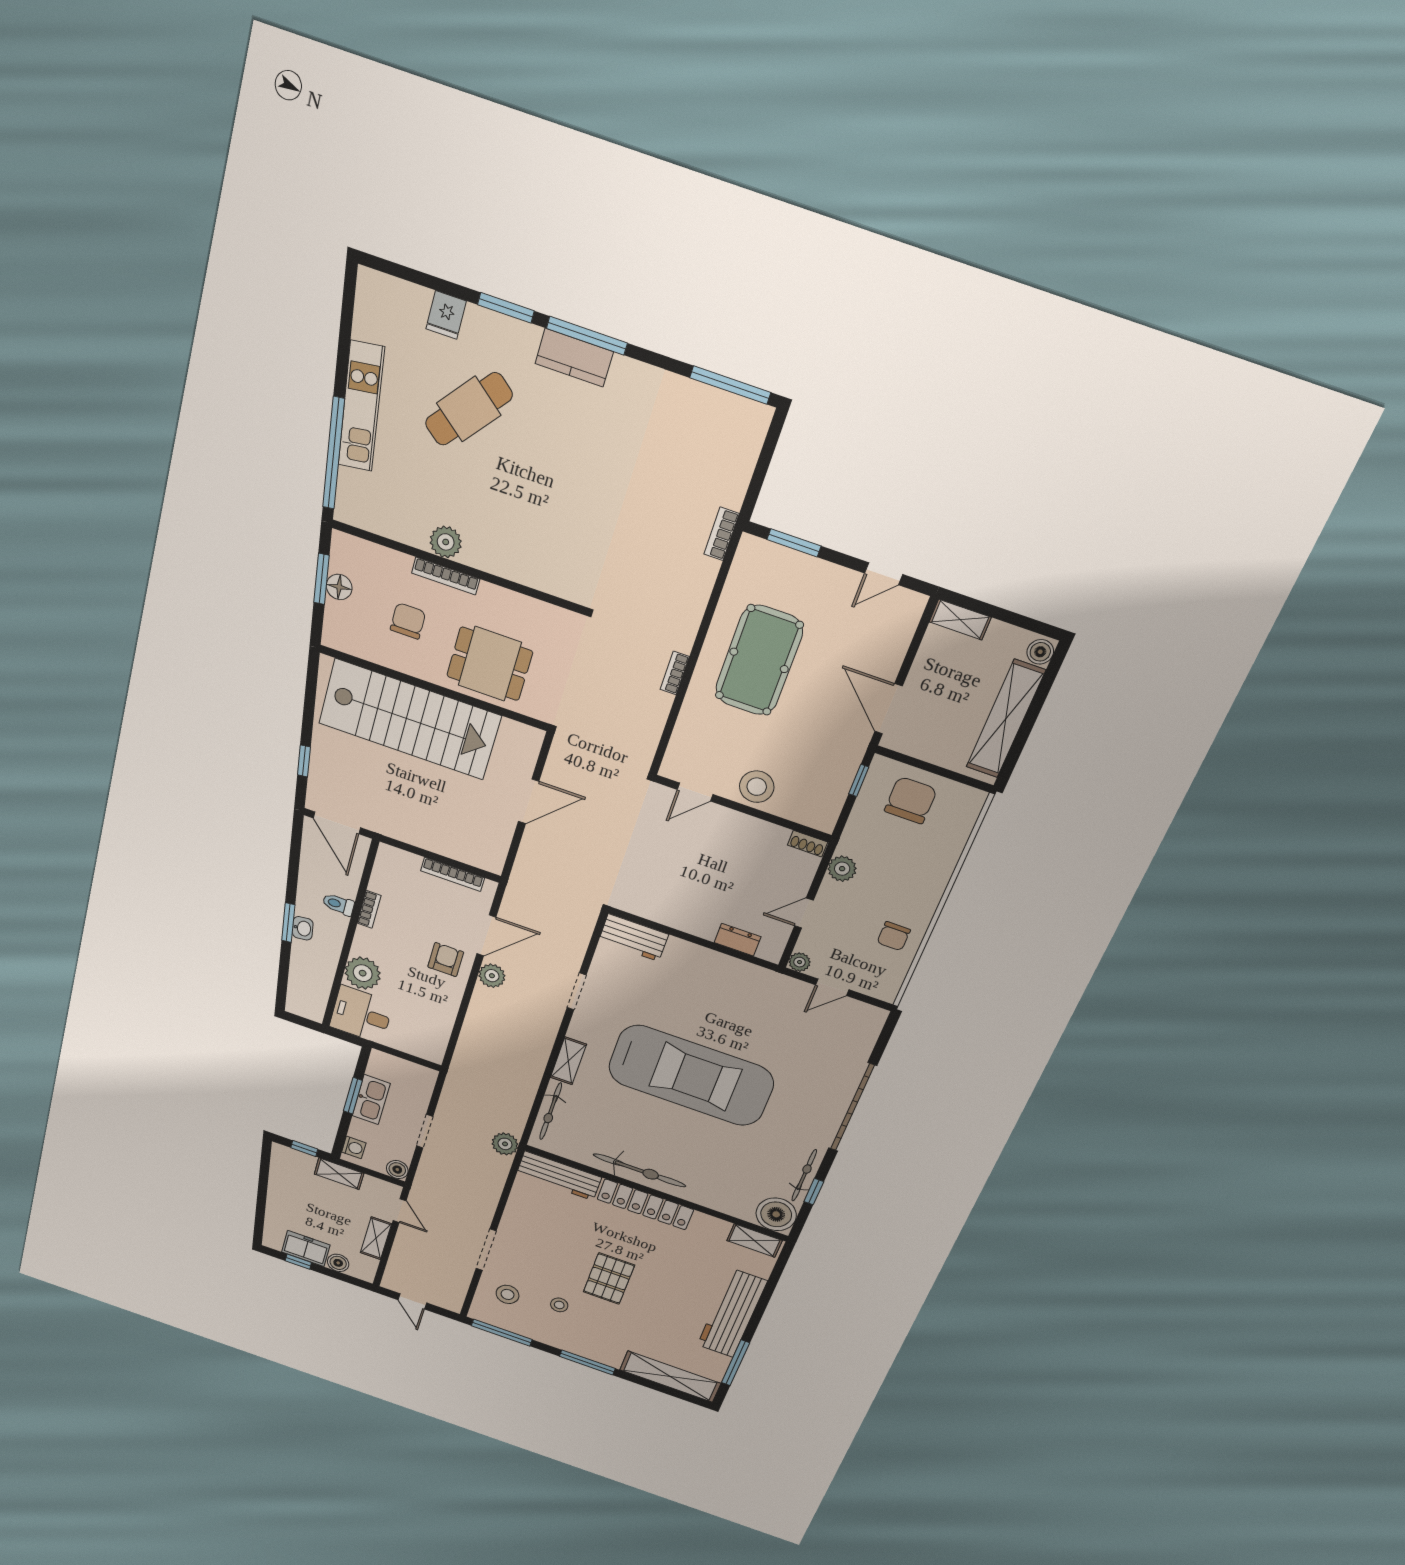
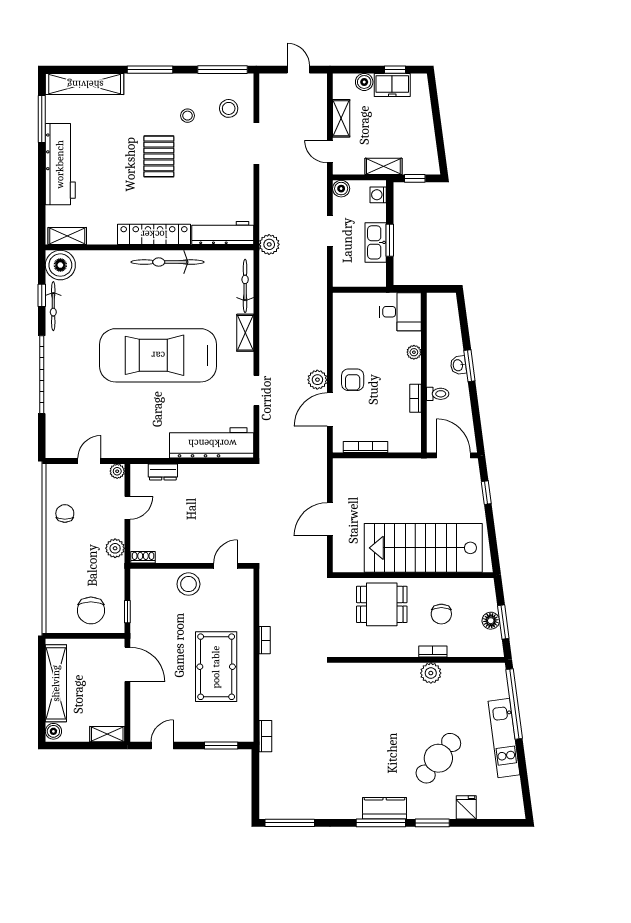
bookcase: (446, 576) -> (433, 652), width x0.64
workbench: (634, 938) -> (212, 443), width x1.88, depth x1.32
plant: (363, 973) -> (414, 352), width x0.53, depth x0.53

